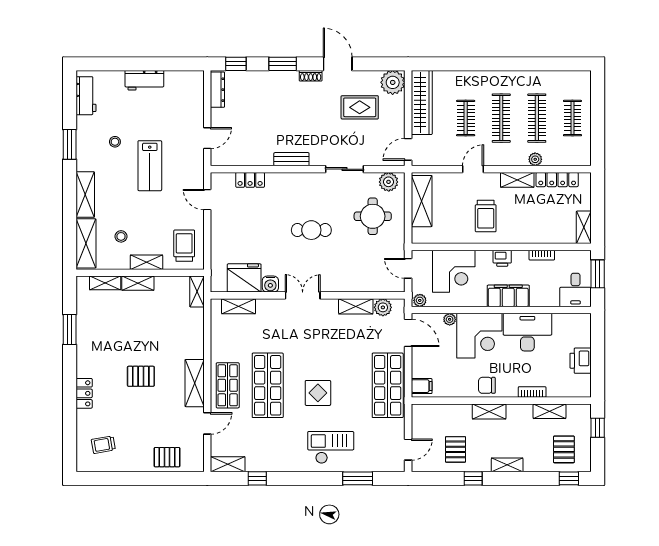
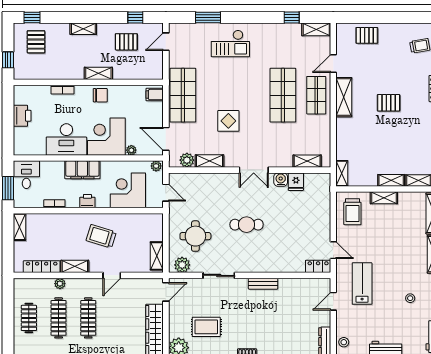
clothes rail: (466, 118) -> (118, 318), removed
lab bench: (150, 166) -> (362, 284), moved
locker: (250, 180) -> (318, 266), moved
shelving: (422, 201) -> (157, 256), width x0.67, depth x0.75
trolley: (486, 216) -> (101, 236), turned -73
stool: (121, 236) -> (344, 342), moved
fridge: (244, 278) -> (296, 182), width x0.53, depth x0.75
display table: (318, 393) -> (228, 121), moved
shelving: (549, 411) -> (48, 74), removed
pallet: (456, 449) -> (126, 42), turned 90
window: (473, 478) -> (135, 18), moved

